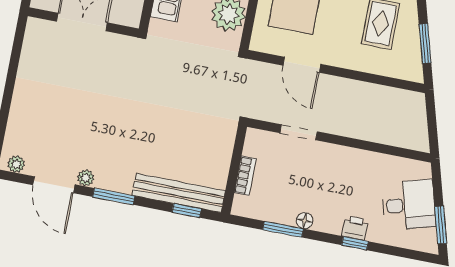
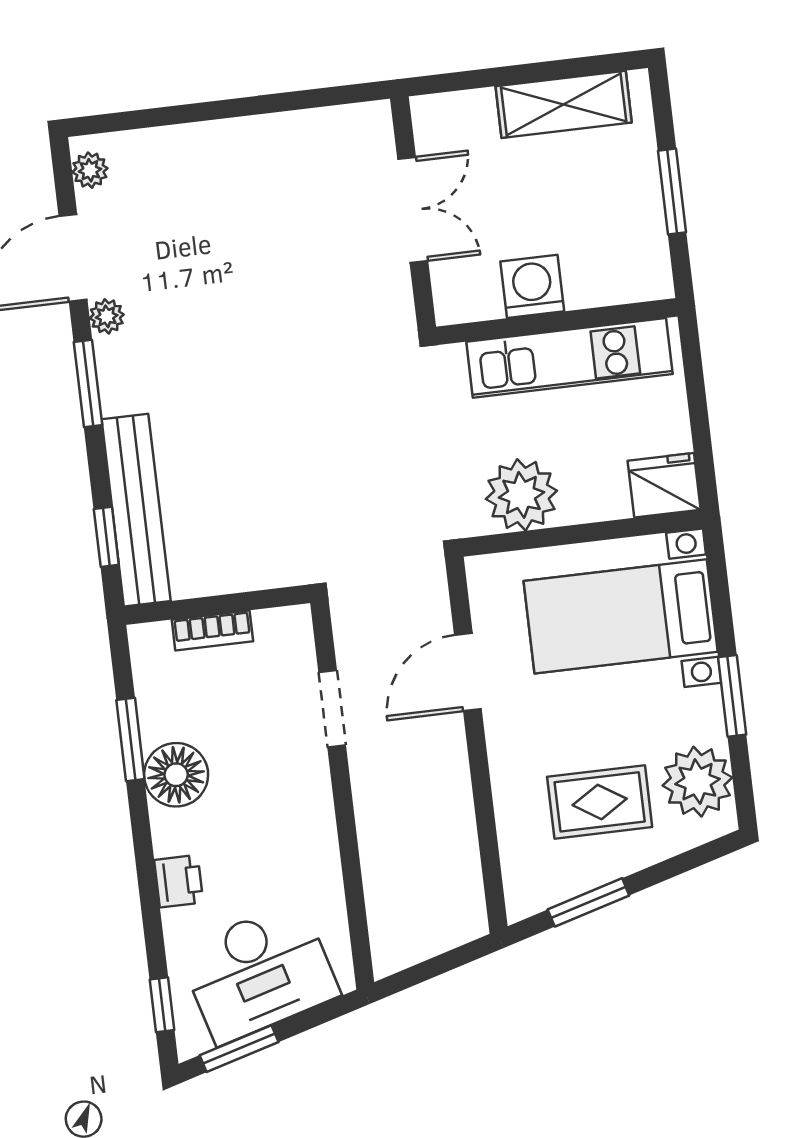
desk: (409, 205) -> (259, 972), width x1.37
floor lamp: (305, 221) -> (176, 775), width x1.89, depth x1.89
window: (355, 243) -> (162, 1005), moved

